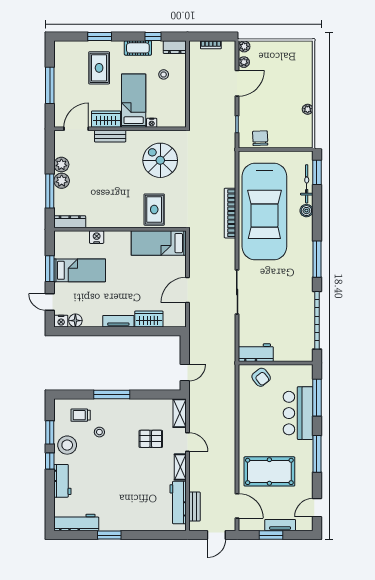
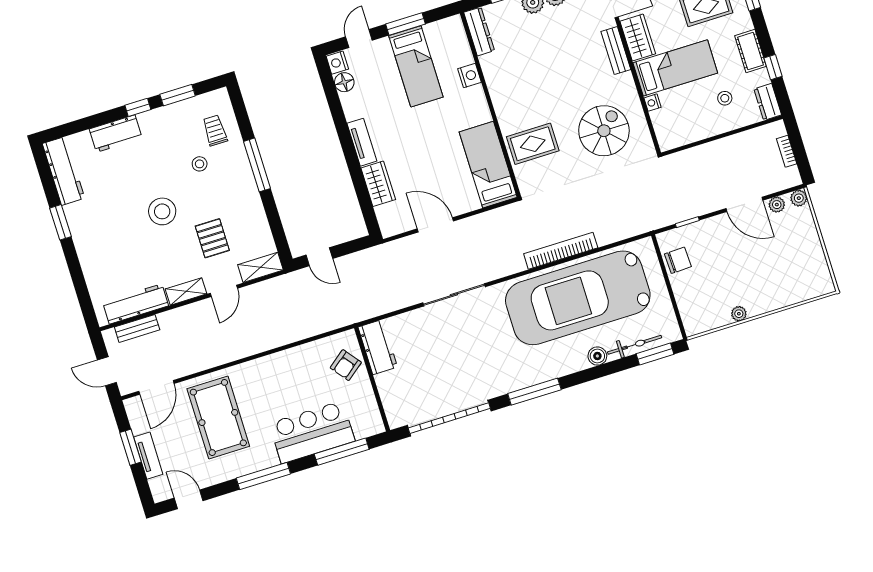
stool: (67, 445) -> (162, 211), moved

